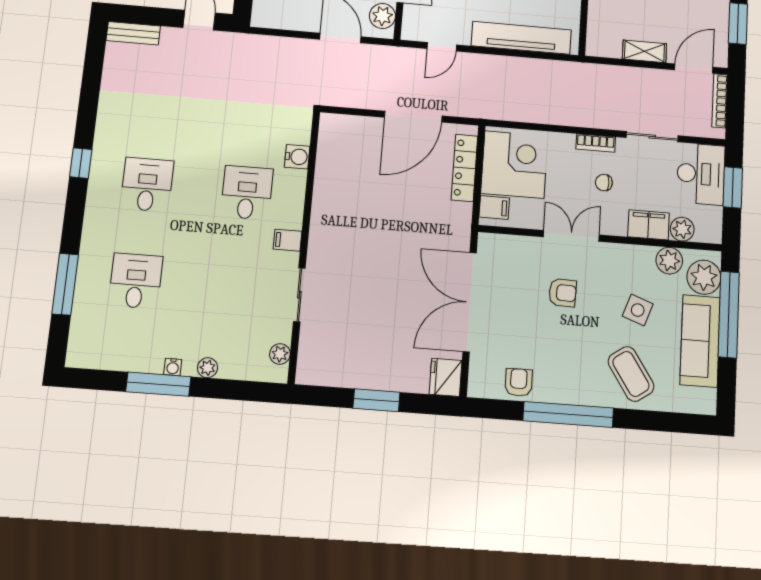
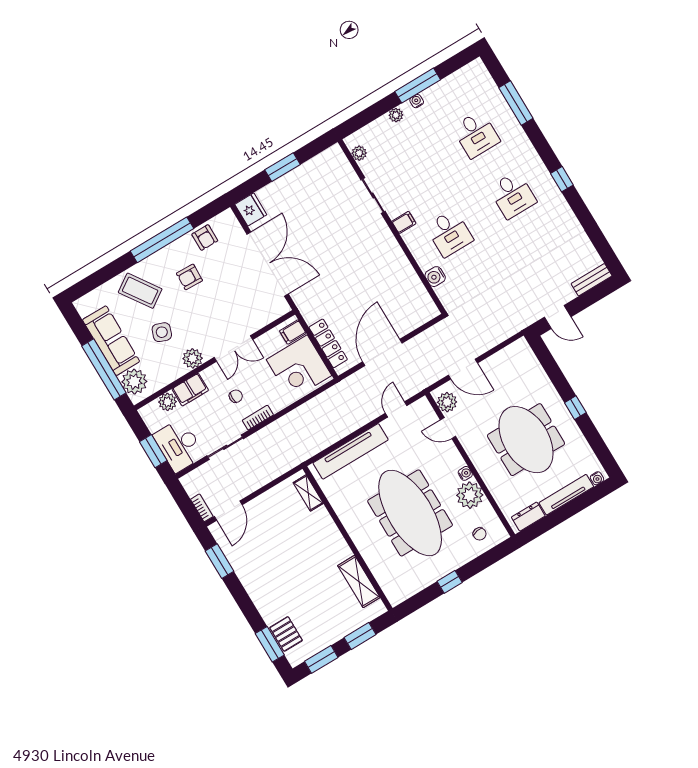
shelving: (644, 51) -> (308, 493), moved, turned 90
bookcase: (720, 101) -> (202, 508), width x0.64
plant: (669, 261) -> (193, 358), moved
armchair: (563, 293) -> (189, 277), moved

